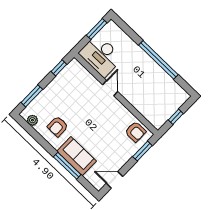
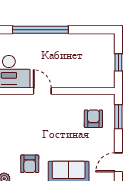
window: (158, 60) -> (40, 30), moved
armchair: (135, 132) -> (93, 119), moved, turned -90

